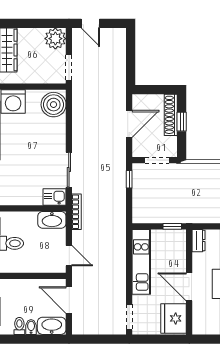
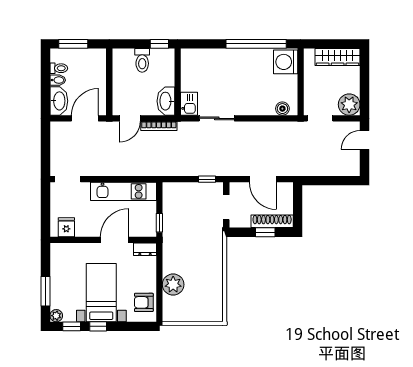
boiler: (54, 105) -> (282, 109), width x0.54, depth x0.54
bookcase: (77, 212) -> (159, 126), moved
door: (189, 287) -> (115, 240), moved
fridge: (174, 318) -> (66, 227), width x0.53, depth x0.75

